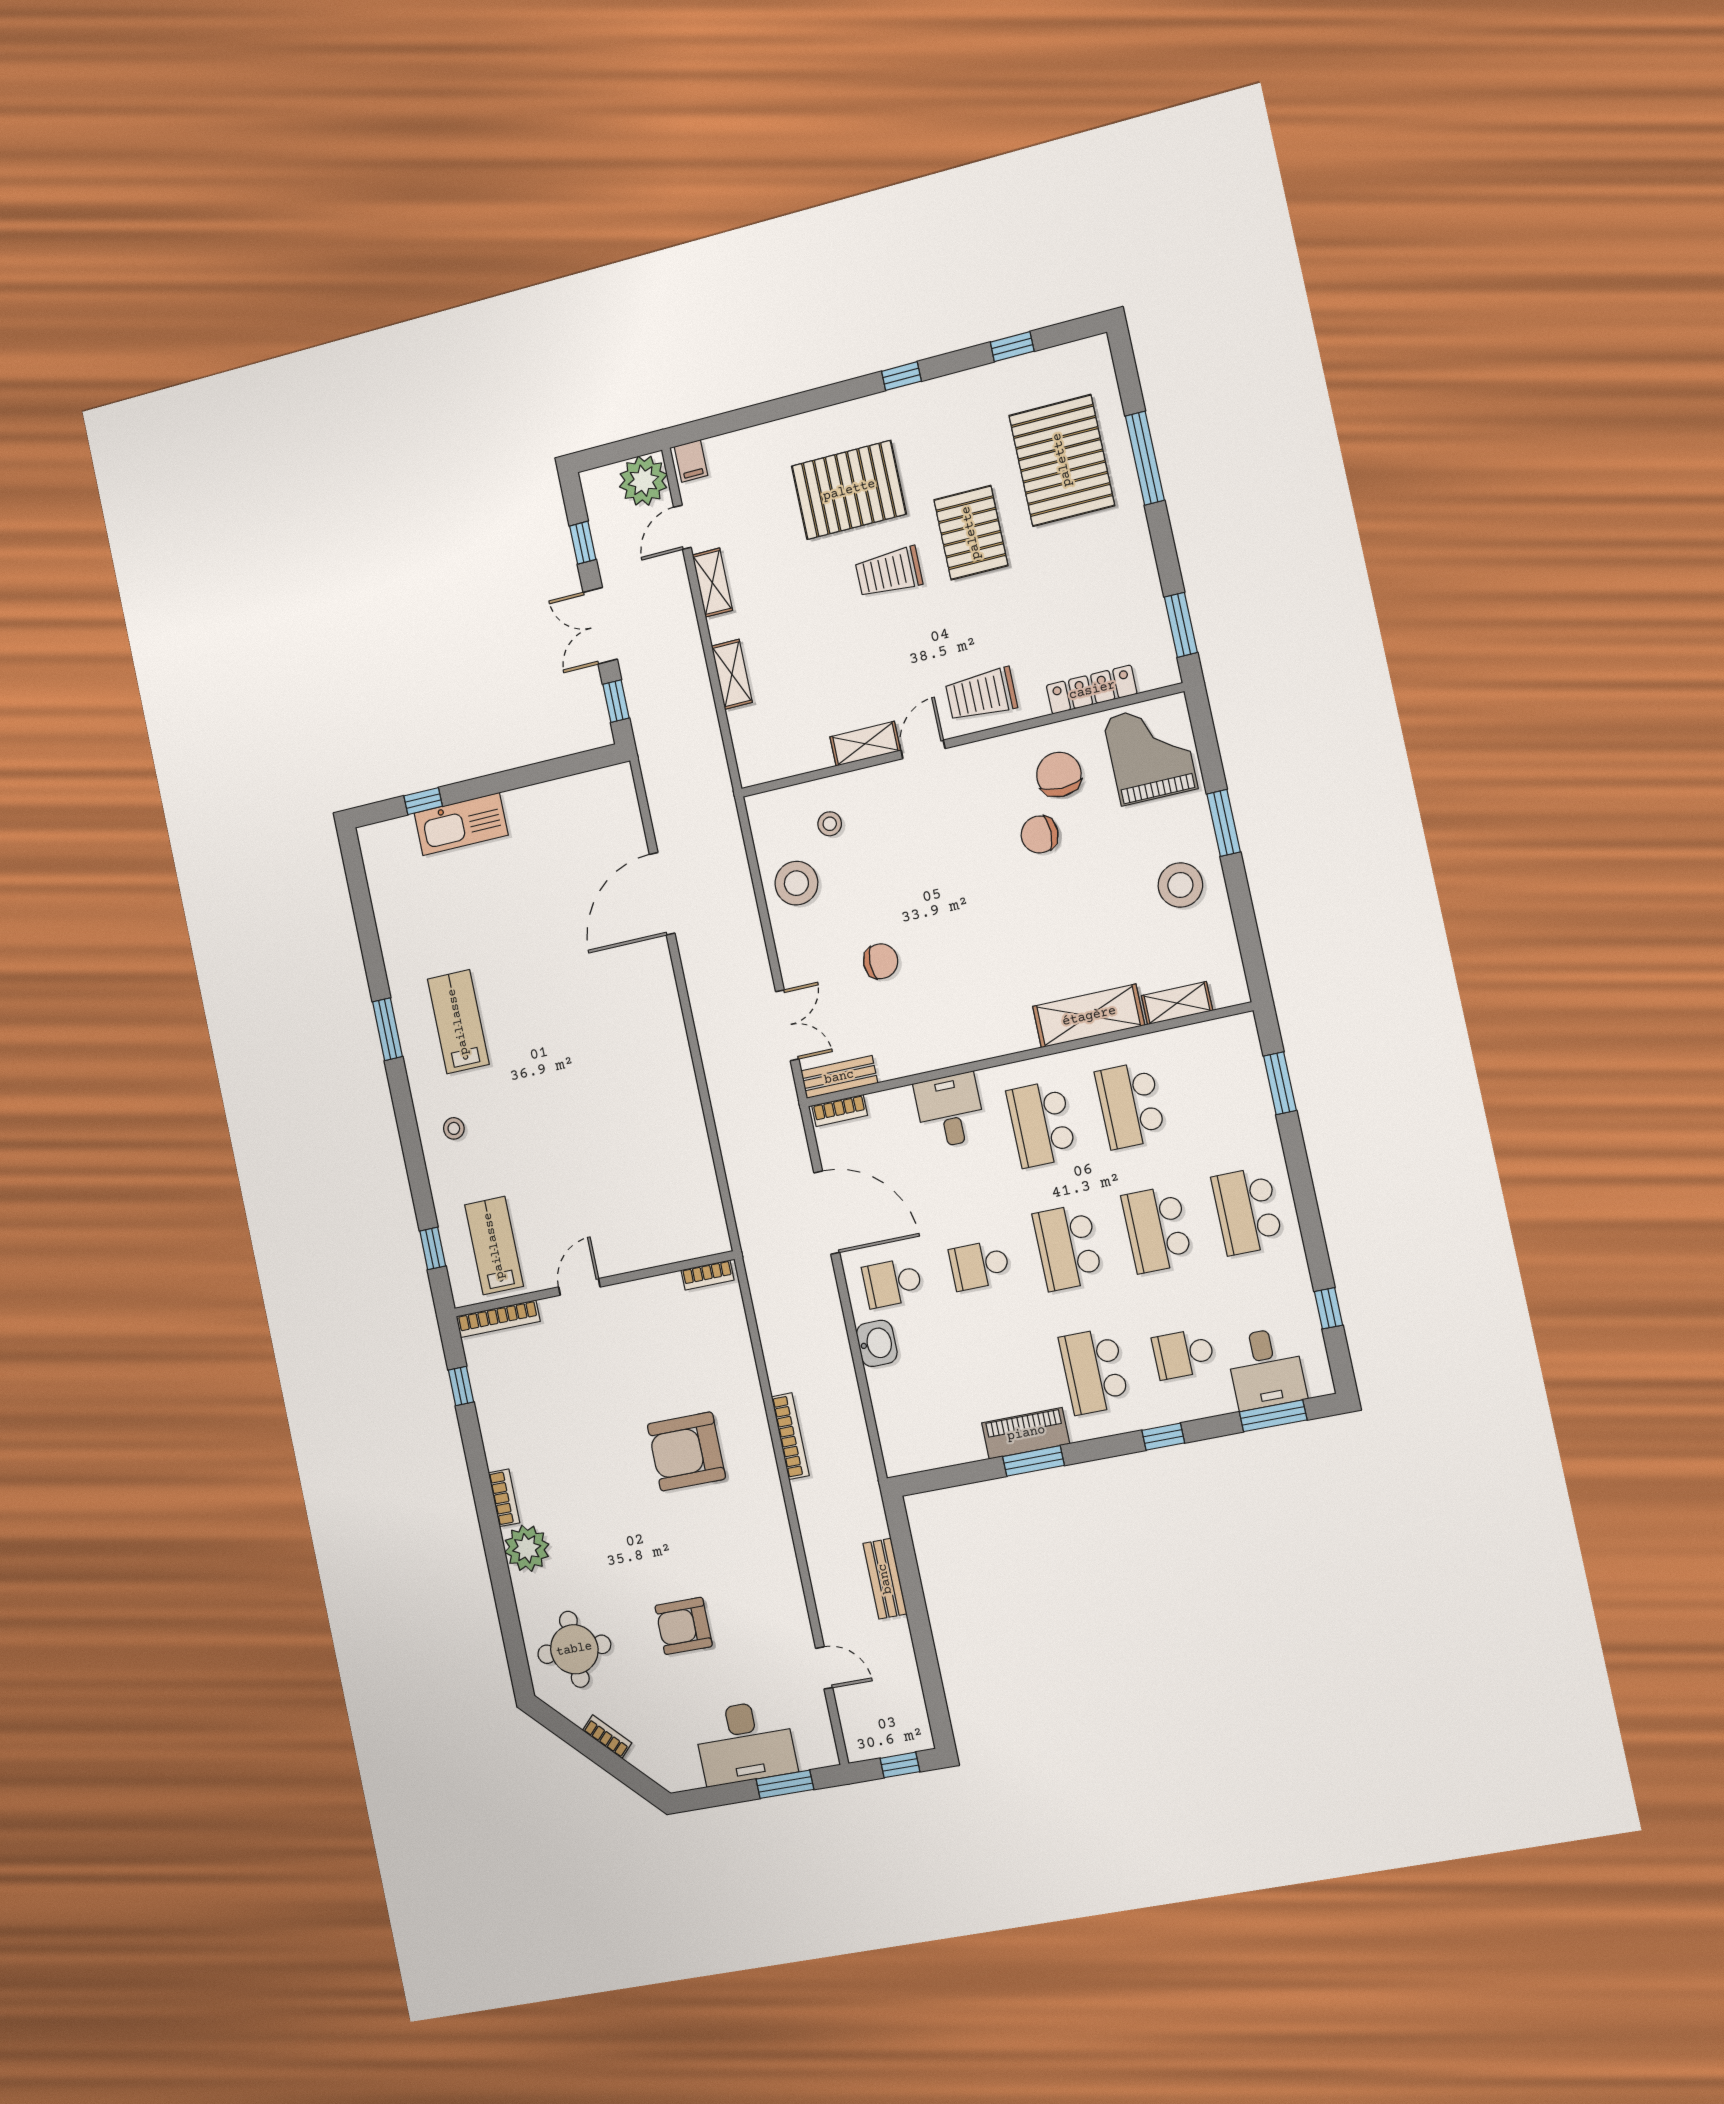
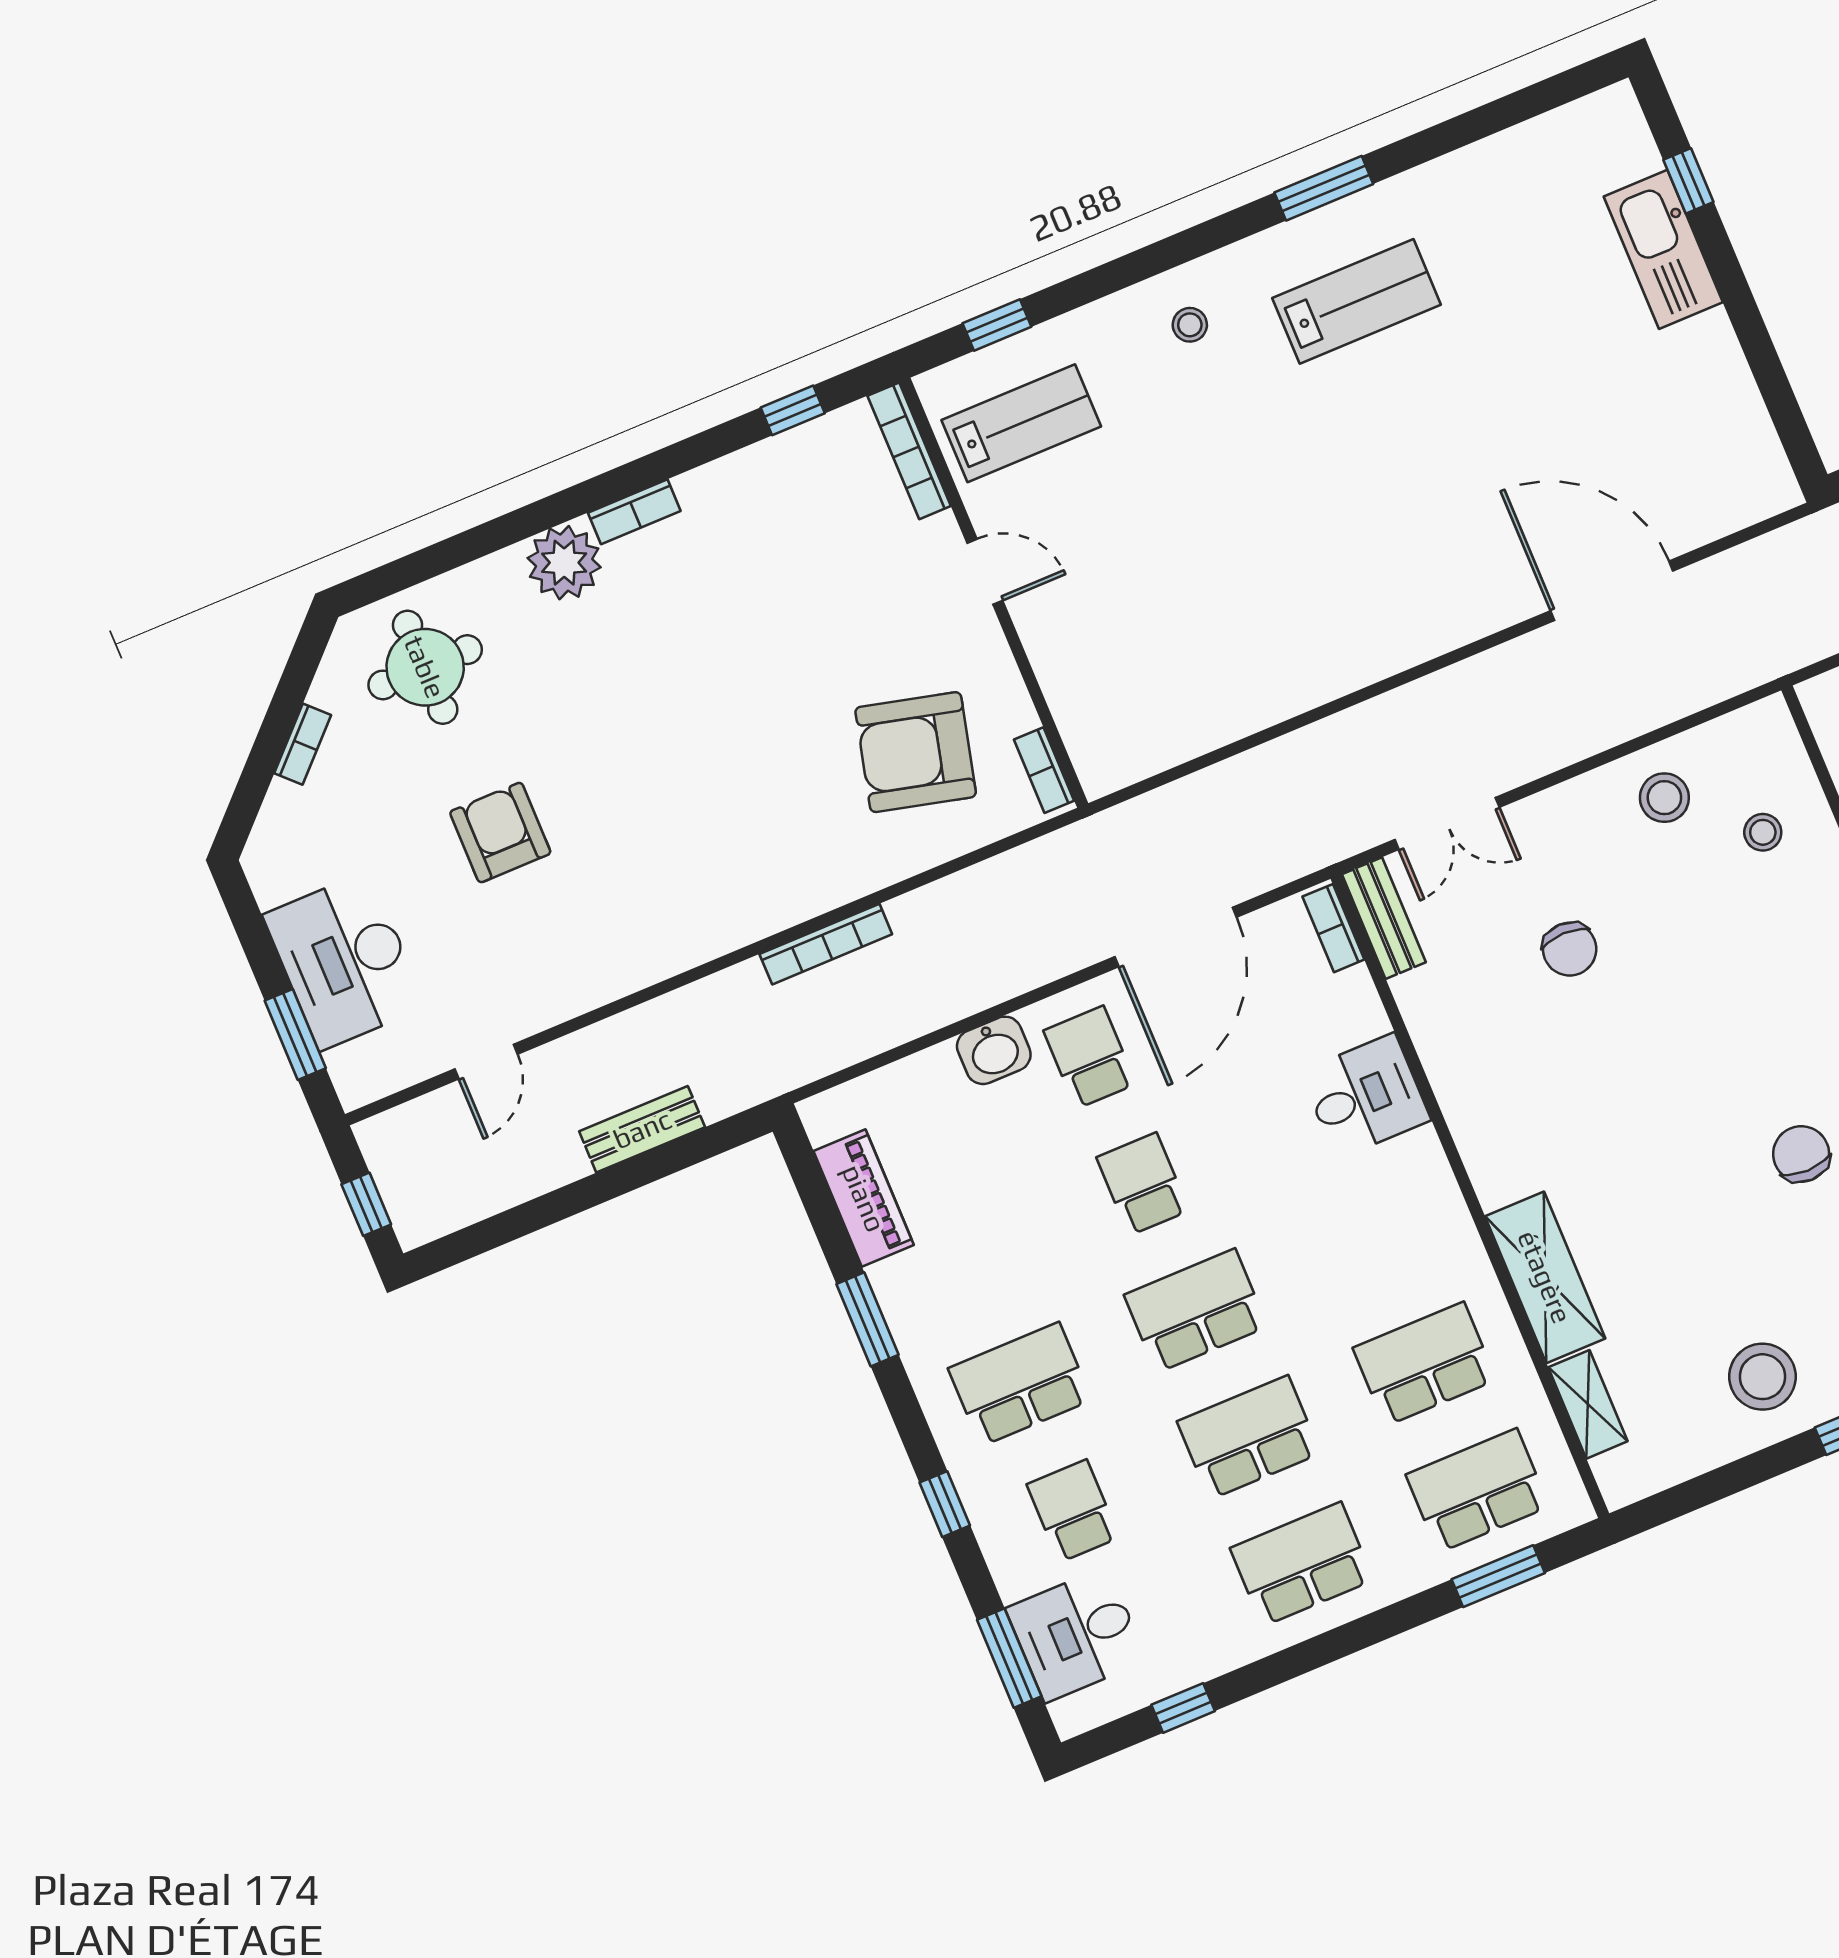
stool: (796, 883) -> (1664, 798), width x0.73, depth x0.73
school desk: (1041, 1124) -> (1478, 1491), moved
piano: (1026, 1433) -> (864, 1198), moved
armchair: (686, 1451) -> (916, 752), moved, turned -76

